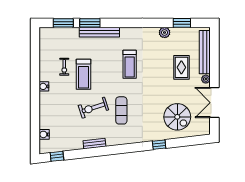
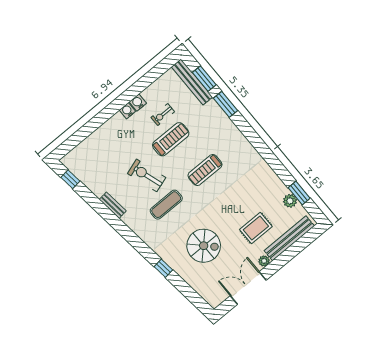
bench: (99, 32) -> (192, 82), moved
plant: (165, 33) -> (290, 201), moved
treadmill: (130, 64) -> (205, 170), moved
treadmill: (84, 74) -> (171, 139), turned 180
spiral stairs: (177, 117) -> (204, 246), moved, turned -90
water cooler: (44, 134) -> (138, 102), moved

